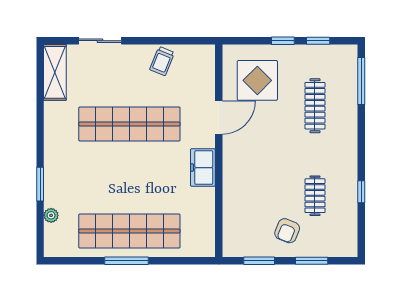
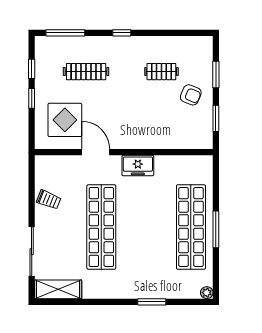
sliding door: (100, 41) -> (32, 252), width x1.37
window: (361, 192) -> (122, 33), moved
plant: (51, 215) -> (207, 293), moved

